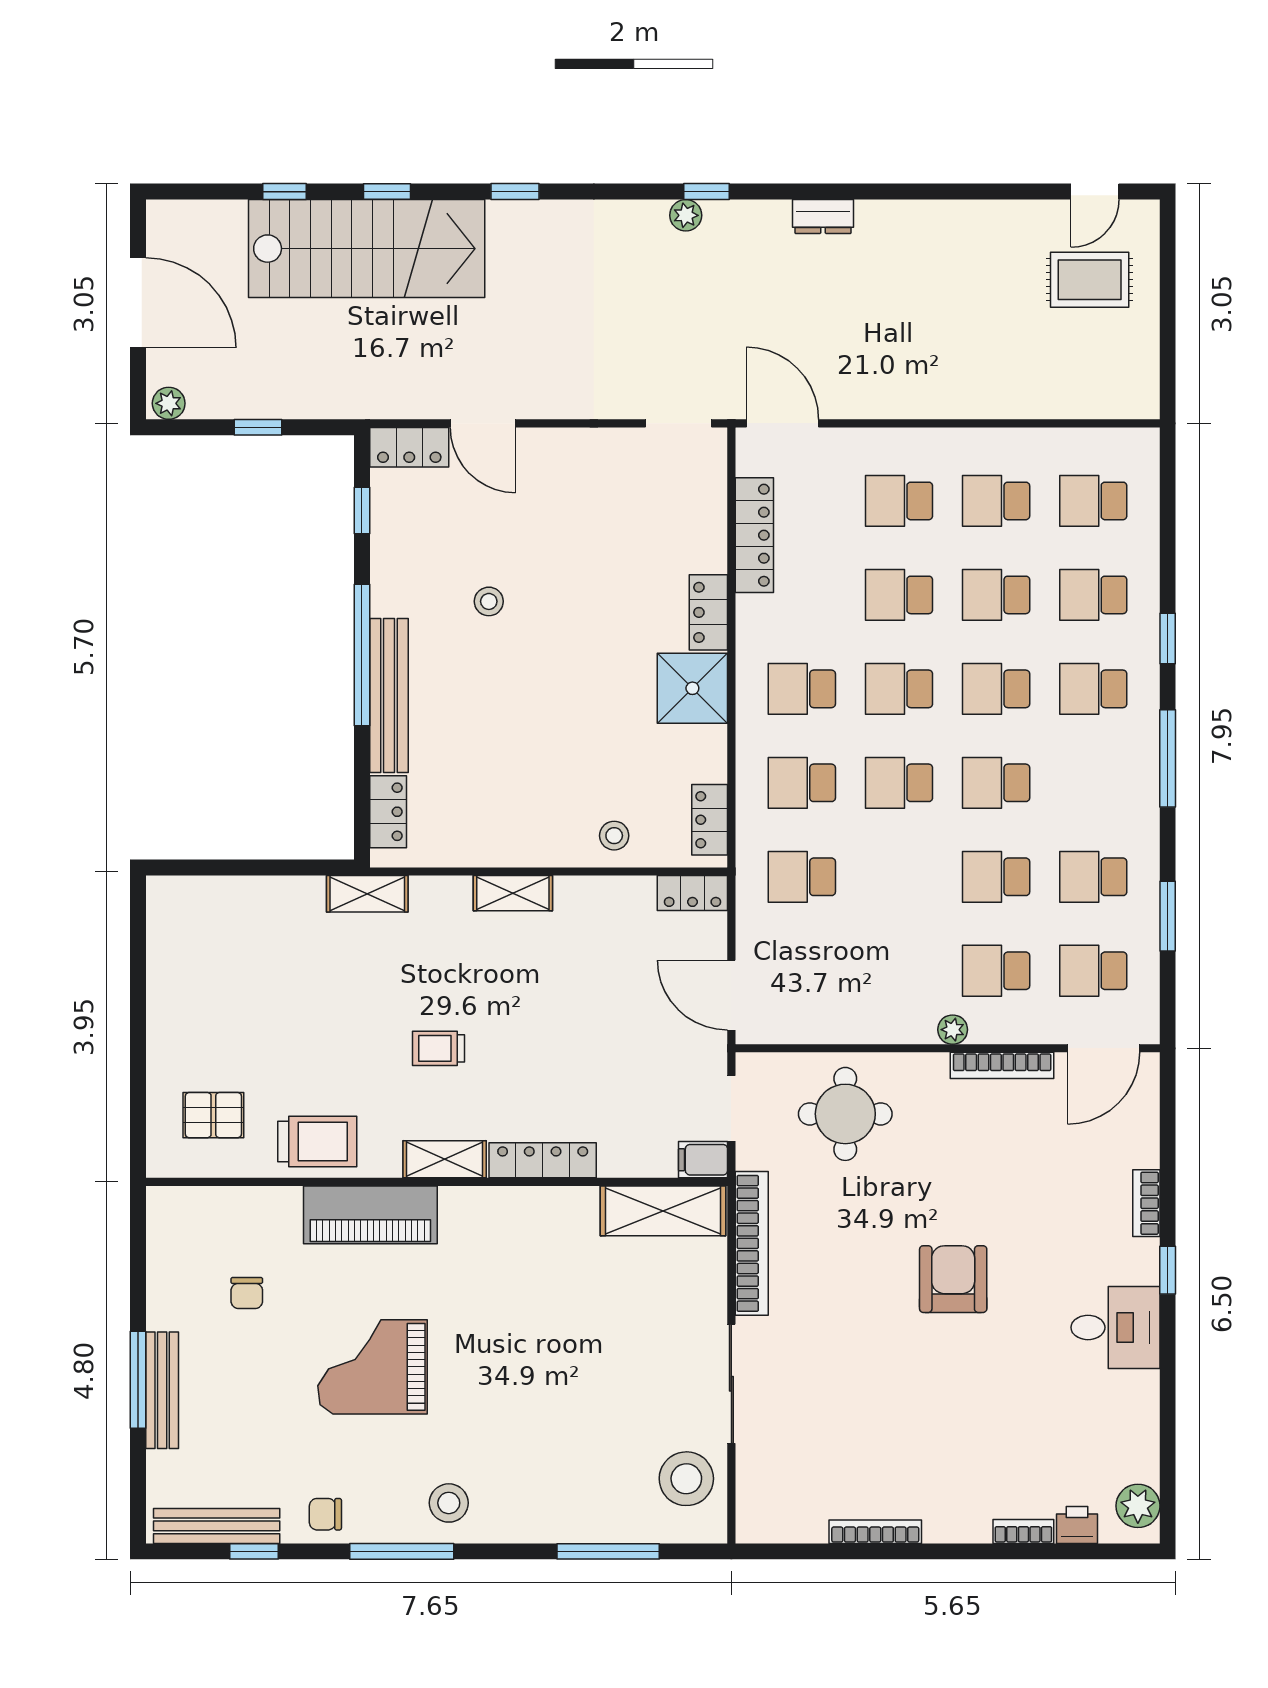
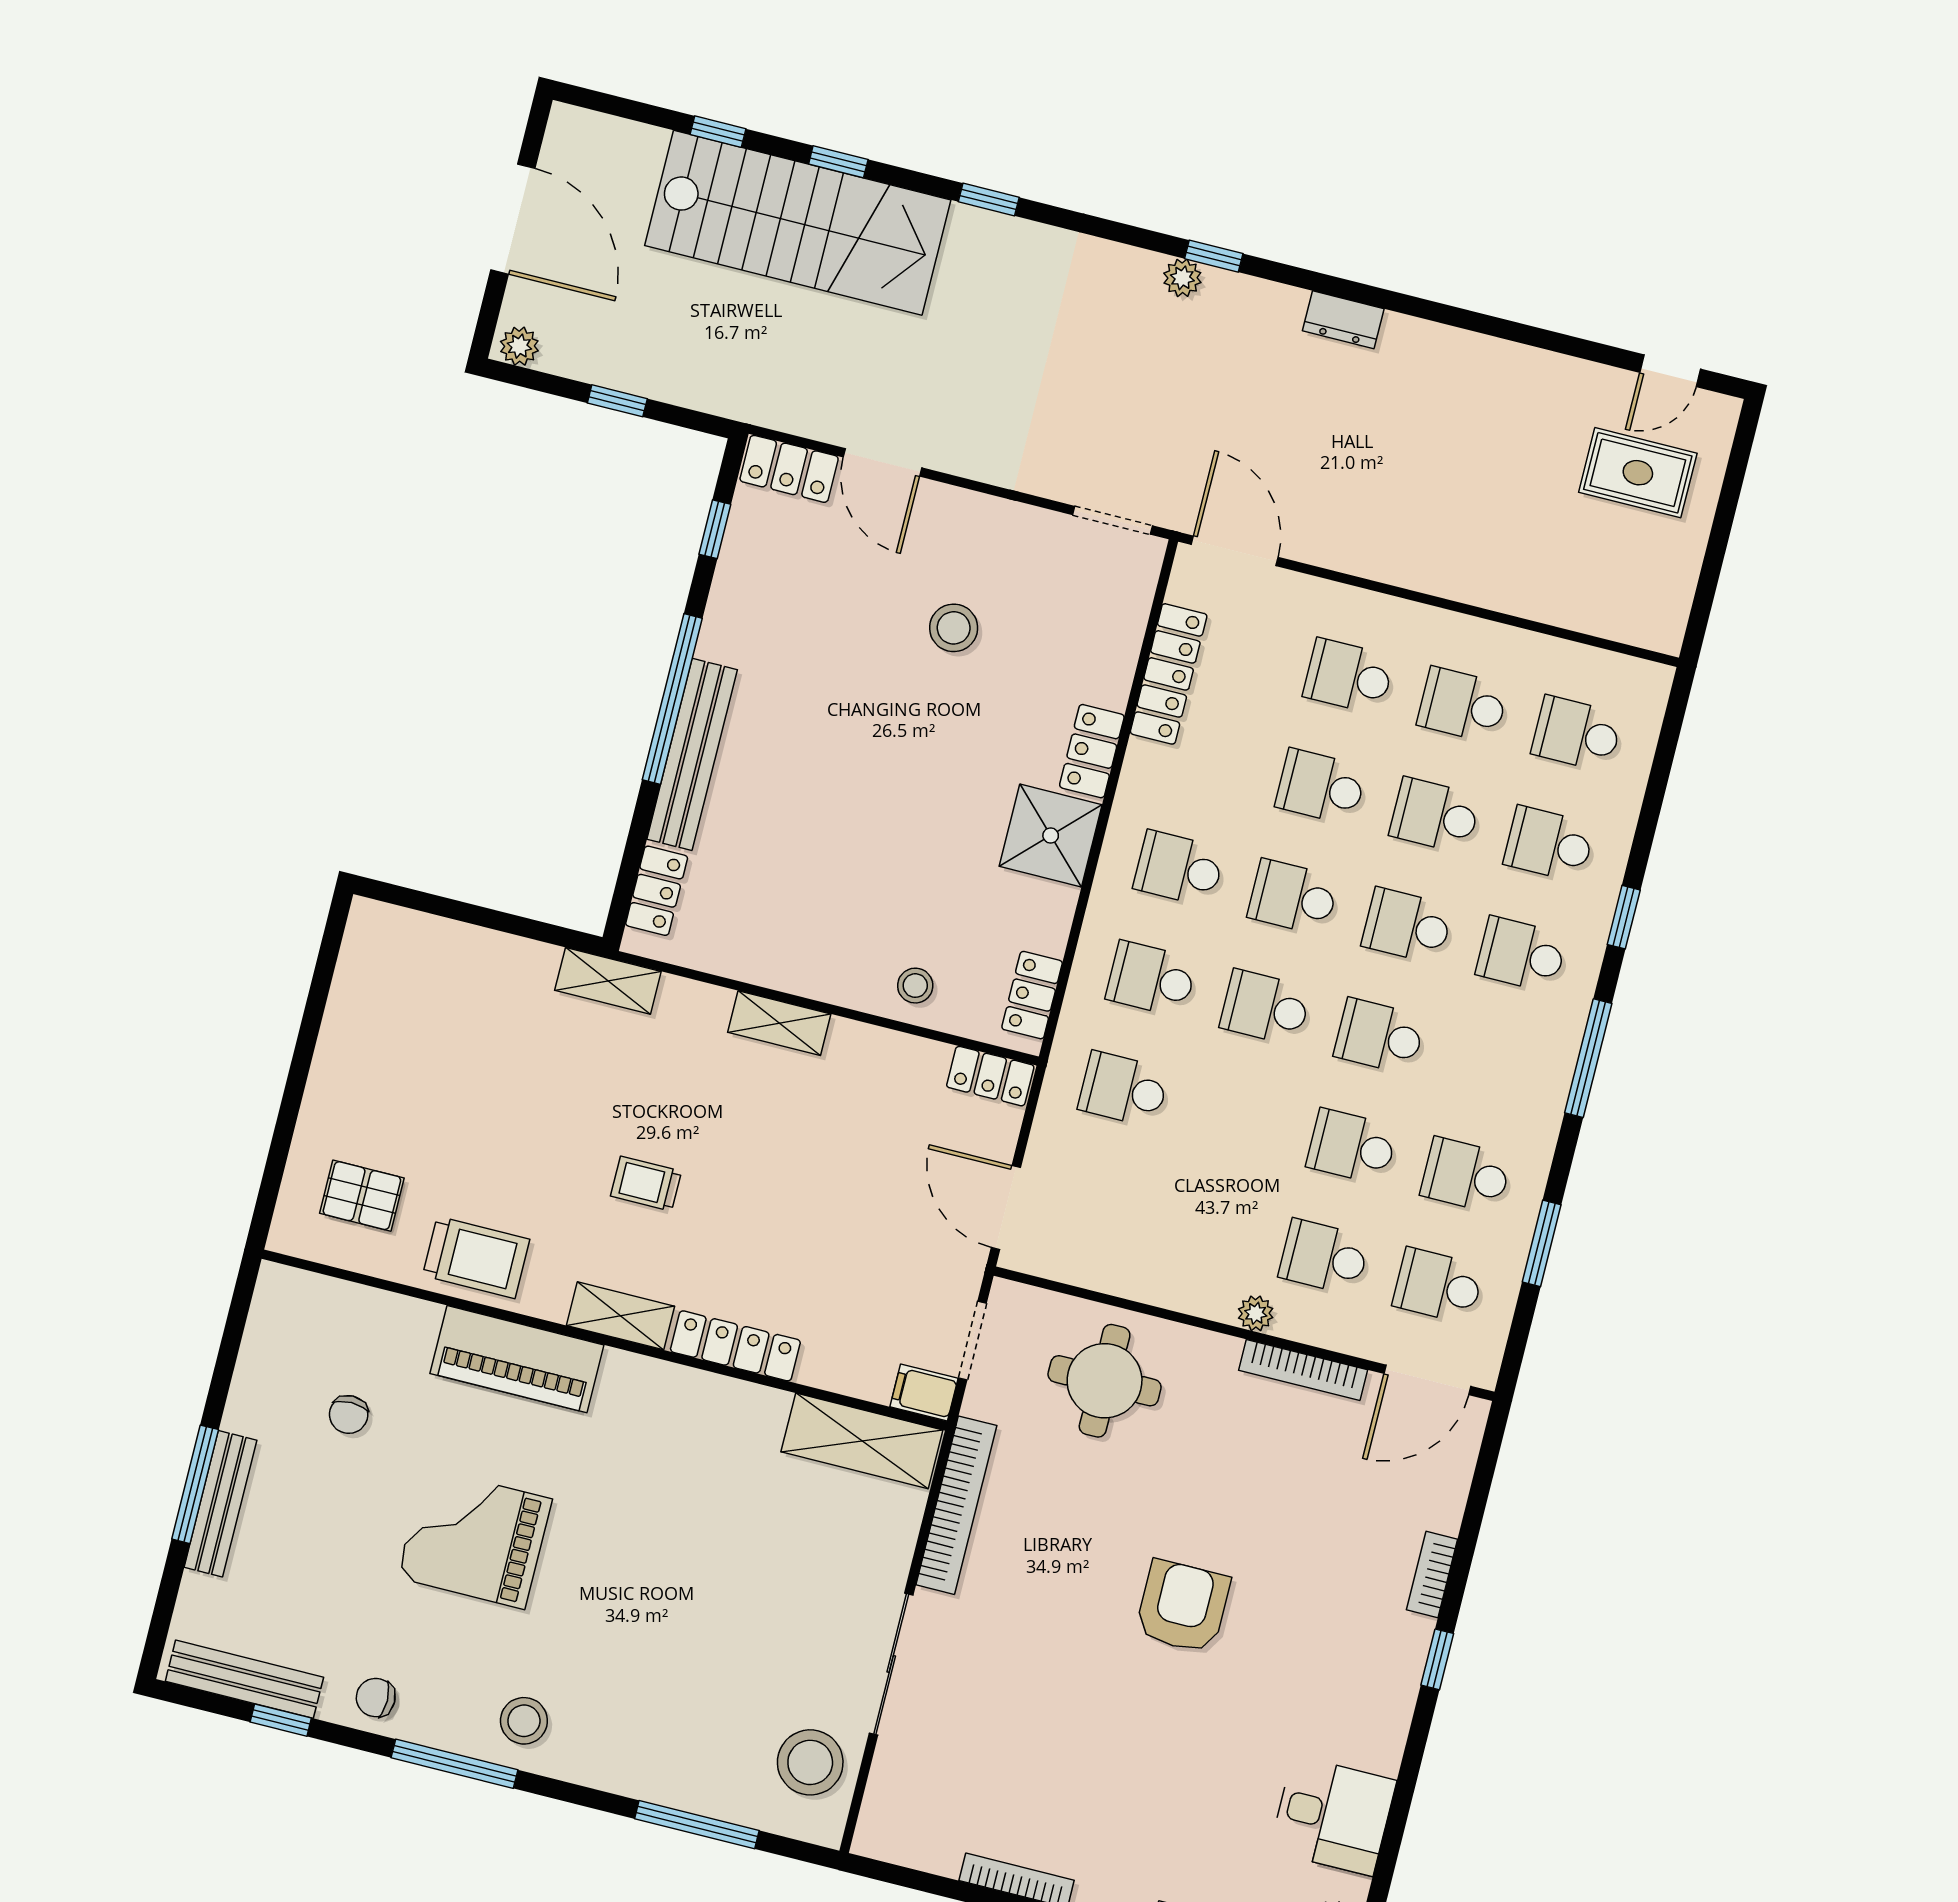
stool: (489, 601) -> (954, 628), moved, width x1.37, depth x1.37
desk: (1115, 1327) -> (1333, 1816), moved

